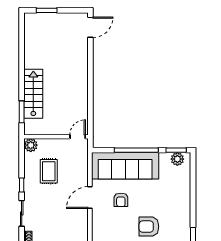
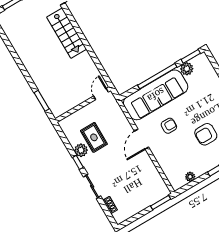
stairs: (33, 94) -> (67, 33), moved, turned 180
plant: (31, 145) -> (81, 150), moved
plant: (177, 159) -> (187, 69), moved
armchair: (121, 200) -> (169, 126), turned -90

